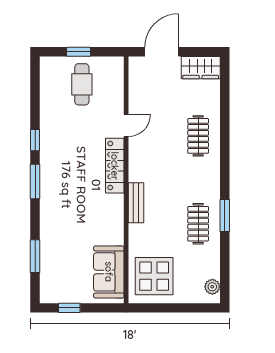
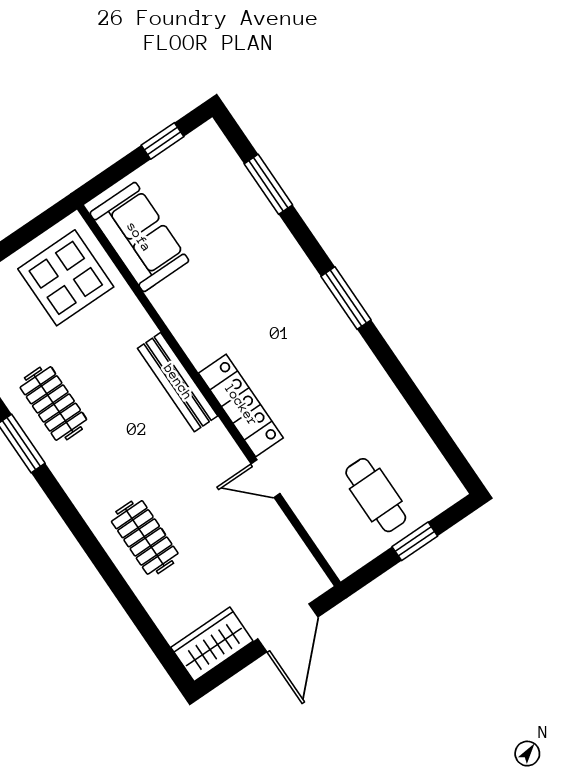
door: (126, 125) -> (266, 479), hinge flipped
window: (35, 140) -> (389, 361), removed
bench: (136, 203) -> (178, 382), width x1.36

